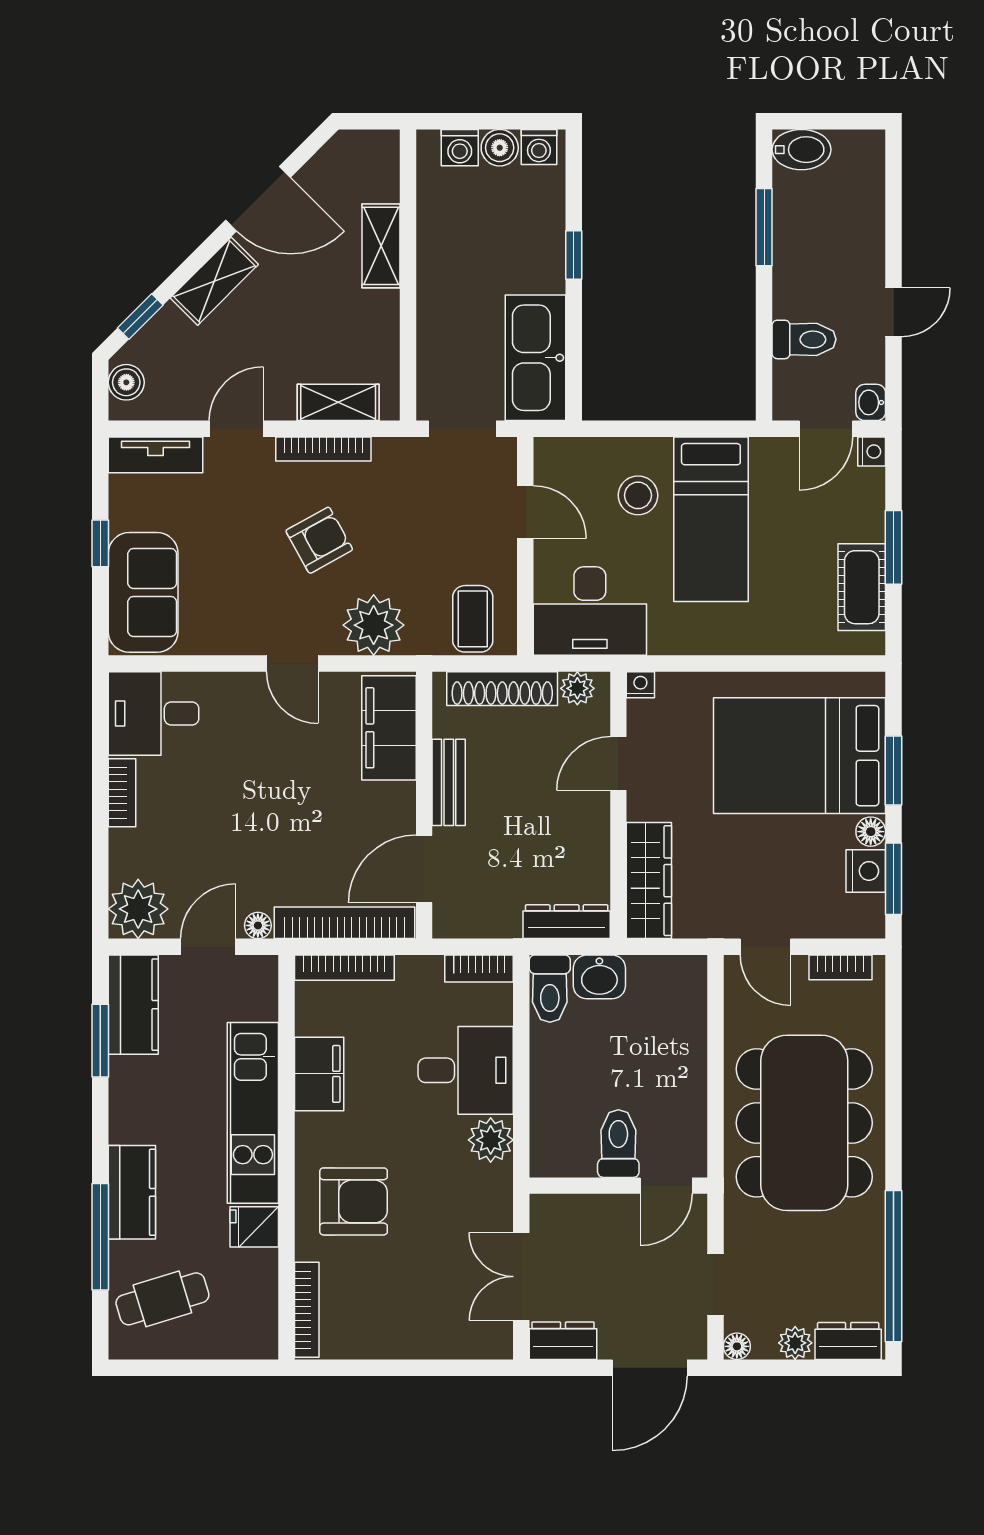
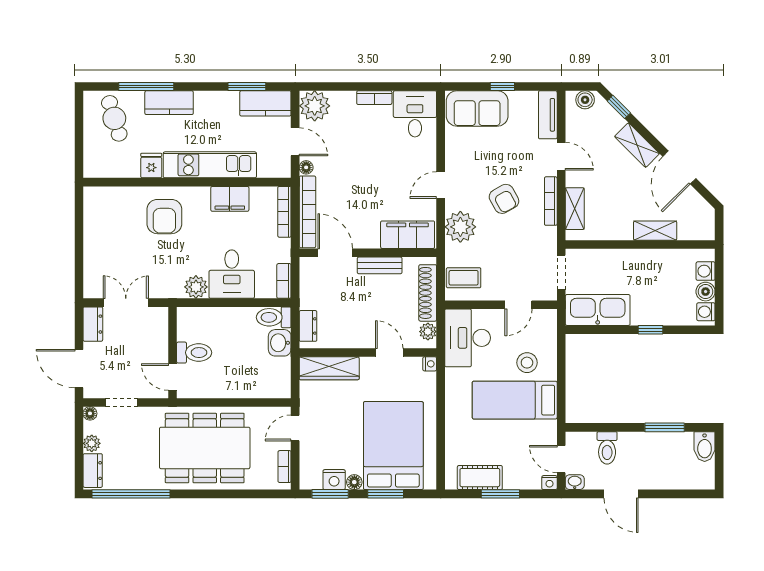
door: (894, 312) -> (621, 494), width x1.38
dresser: (567, 922) -> (308, 326), width x0.70
bookcase: (307, 1310) -> (109, 193), removed

